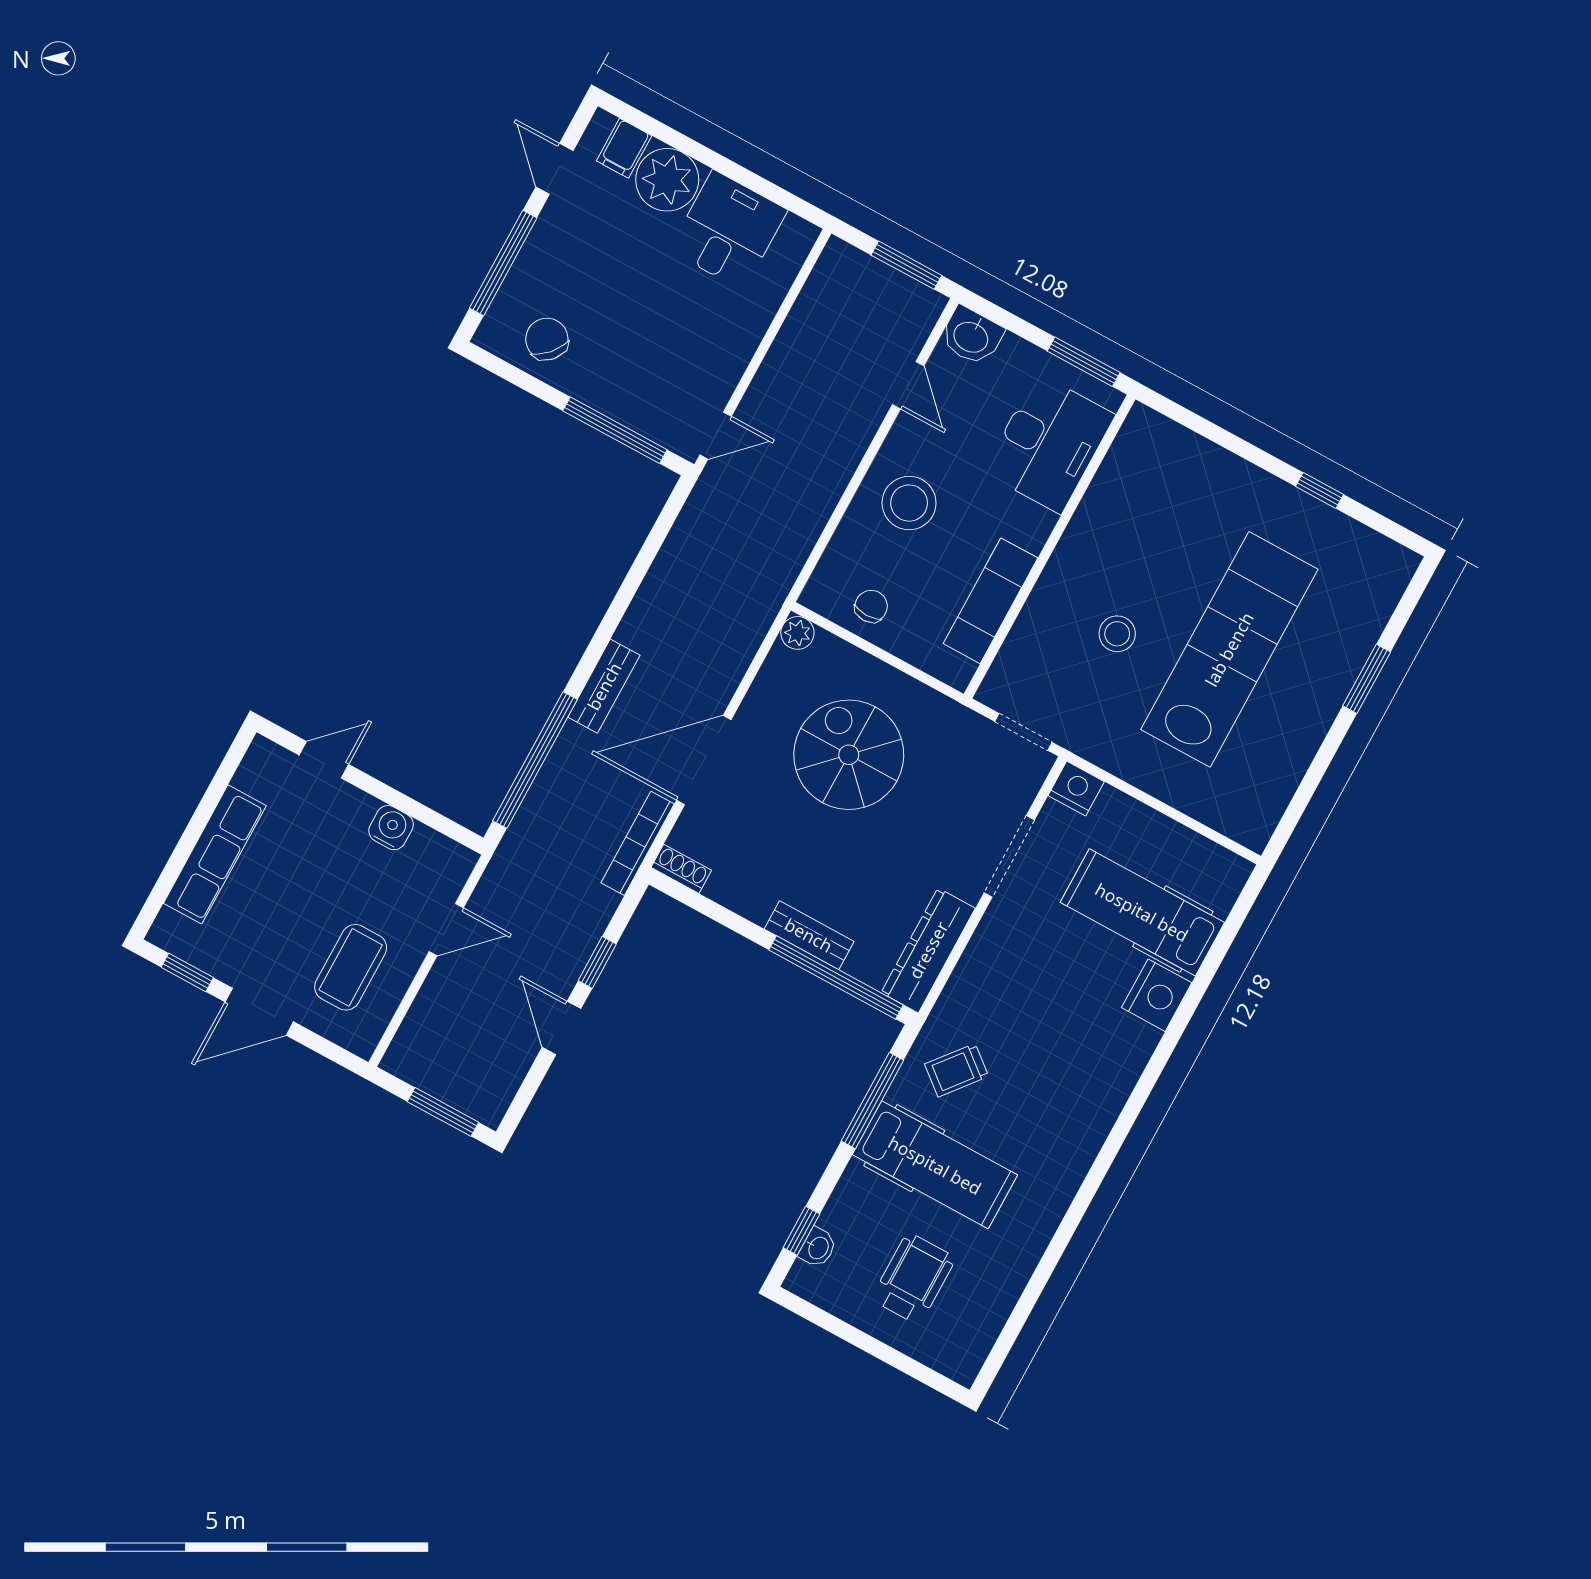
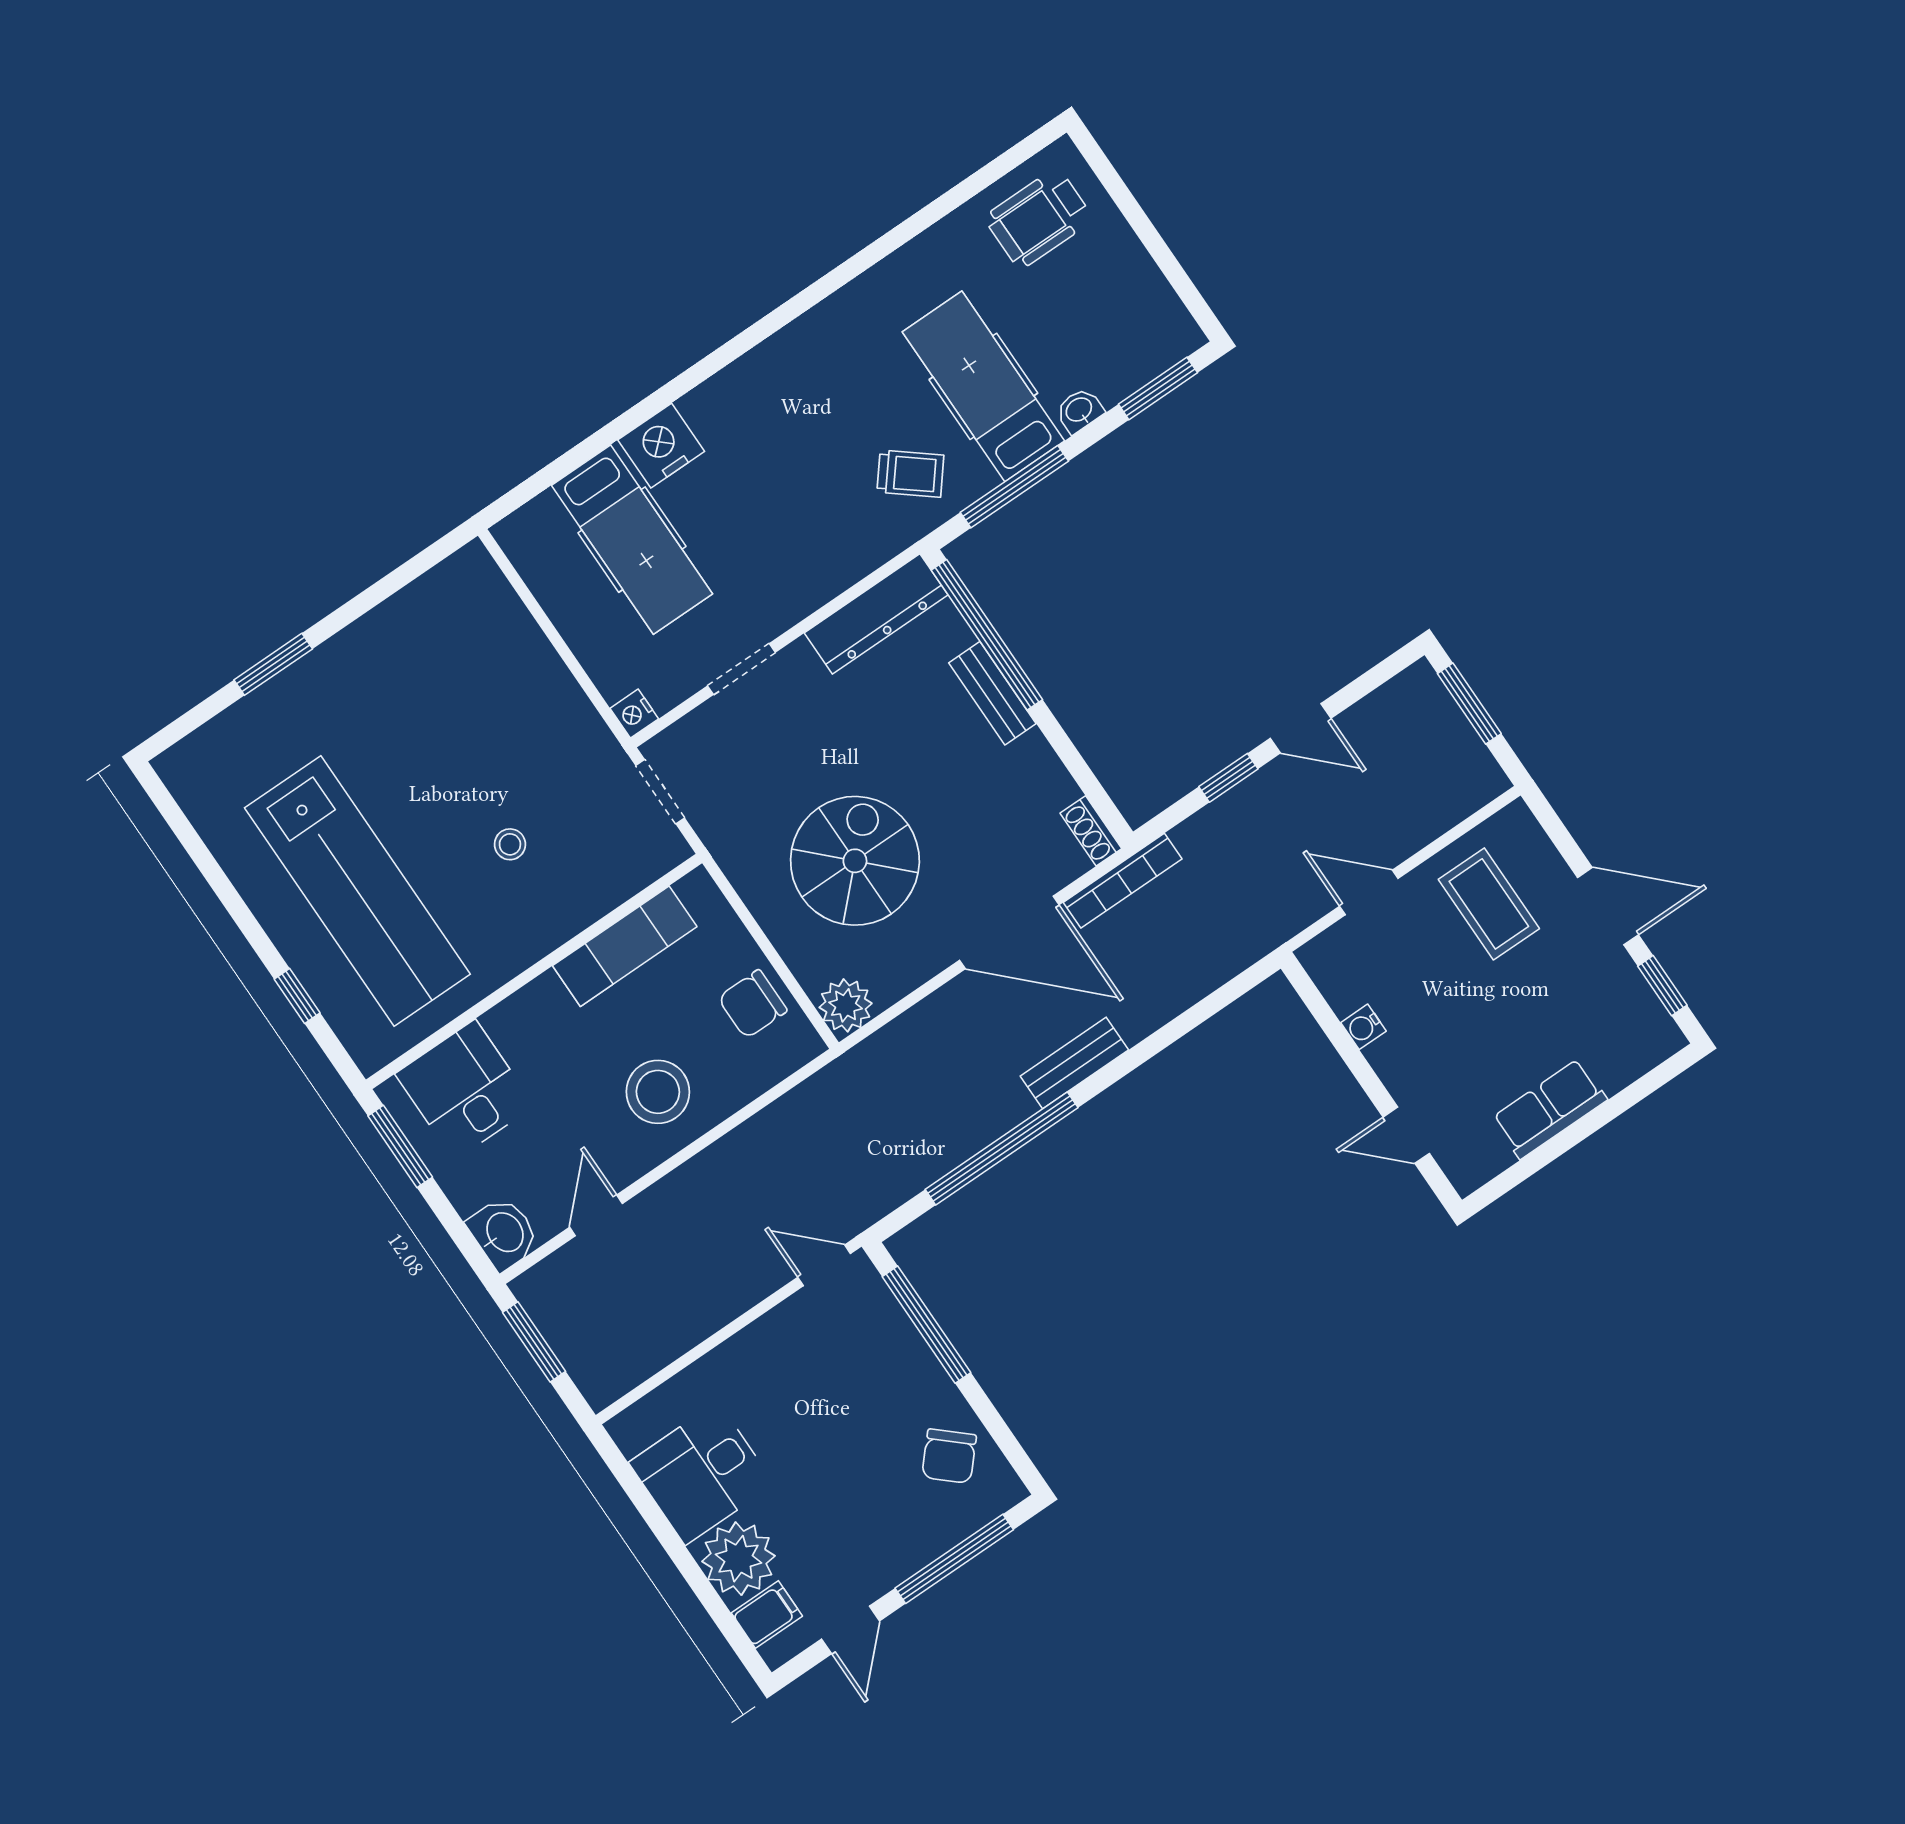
desk: (1049, 443) -> (465, 1090), width x0.73
window: (1319, 490) -> (297, 996), moved
chair: (871, 606) -> (752, 1004), width x1.37, depth x1.37
plant: (797, 633) -> (846, 1005), width x1.38, depth x1.38
stool: (1117, 634) -> (510, 844), width x0.73, depth x0.73
lab bench: (1229, 649) -> (357, 891), moved, turned -90
spiral stairs: (849, 755) -> (855, 861), turned 180
window: (535, 760) -> (1002, 1149), moved
nightstand: (1076, 789) -> (634, 714), width x0.72, depth x0.74
water cooler: (391, 828) -> (1363, 1027), width x0.72, depth x0.72
row of seats: (215, 854) -> (1550, 1109), width x0.68
doorway: (1009, 856) -> (741, 669), width x0.73
coffee table: (351, 967) -> (1489, 904), turned 90
door: (561, 1028) -> (1301, 728), hinge flipped
window: (801, 1231) -> (1158, 388), width x1.50
washbasin: (818, 1248) -> (1079, 410), moved
wheelchair: (913, 1279) -> (1039, 218), moved

